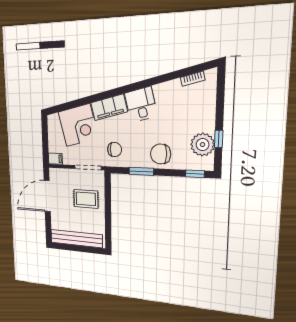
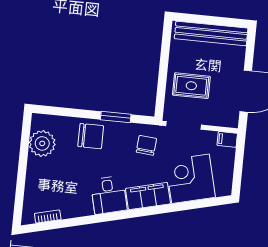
window: (219, 139) -> (24, 148), removed
chair: (115, 150) -> (146, 145), turned 95
window: (195, 174) -> (53, 111), removed

